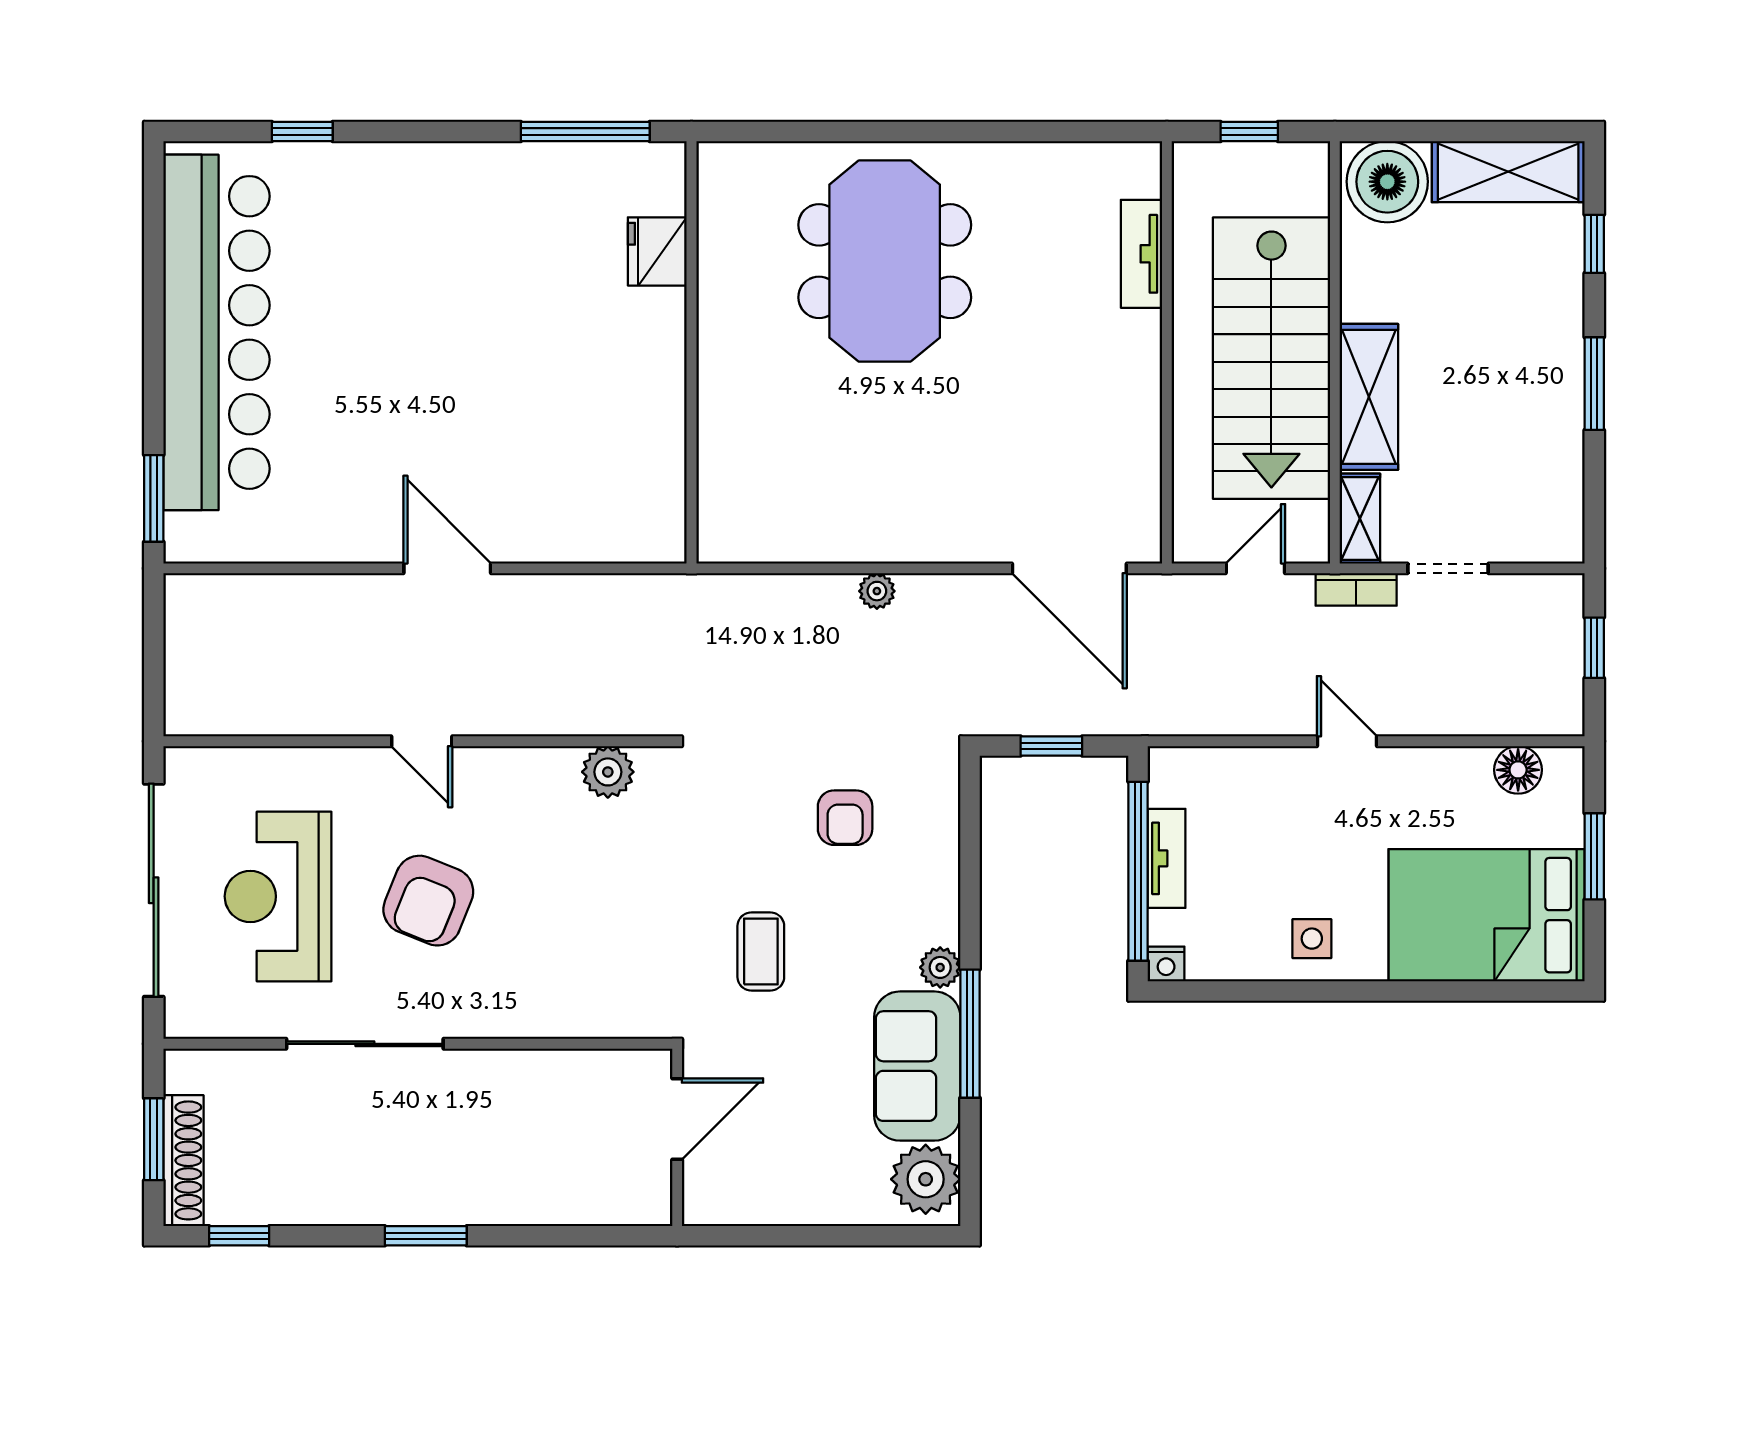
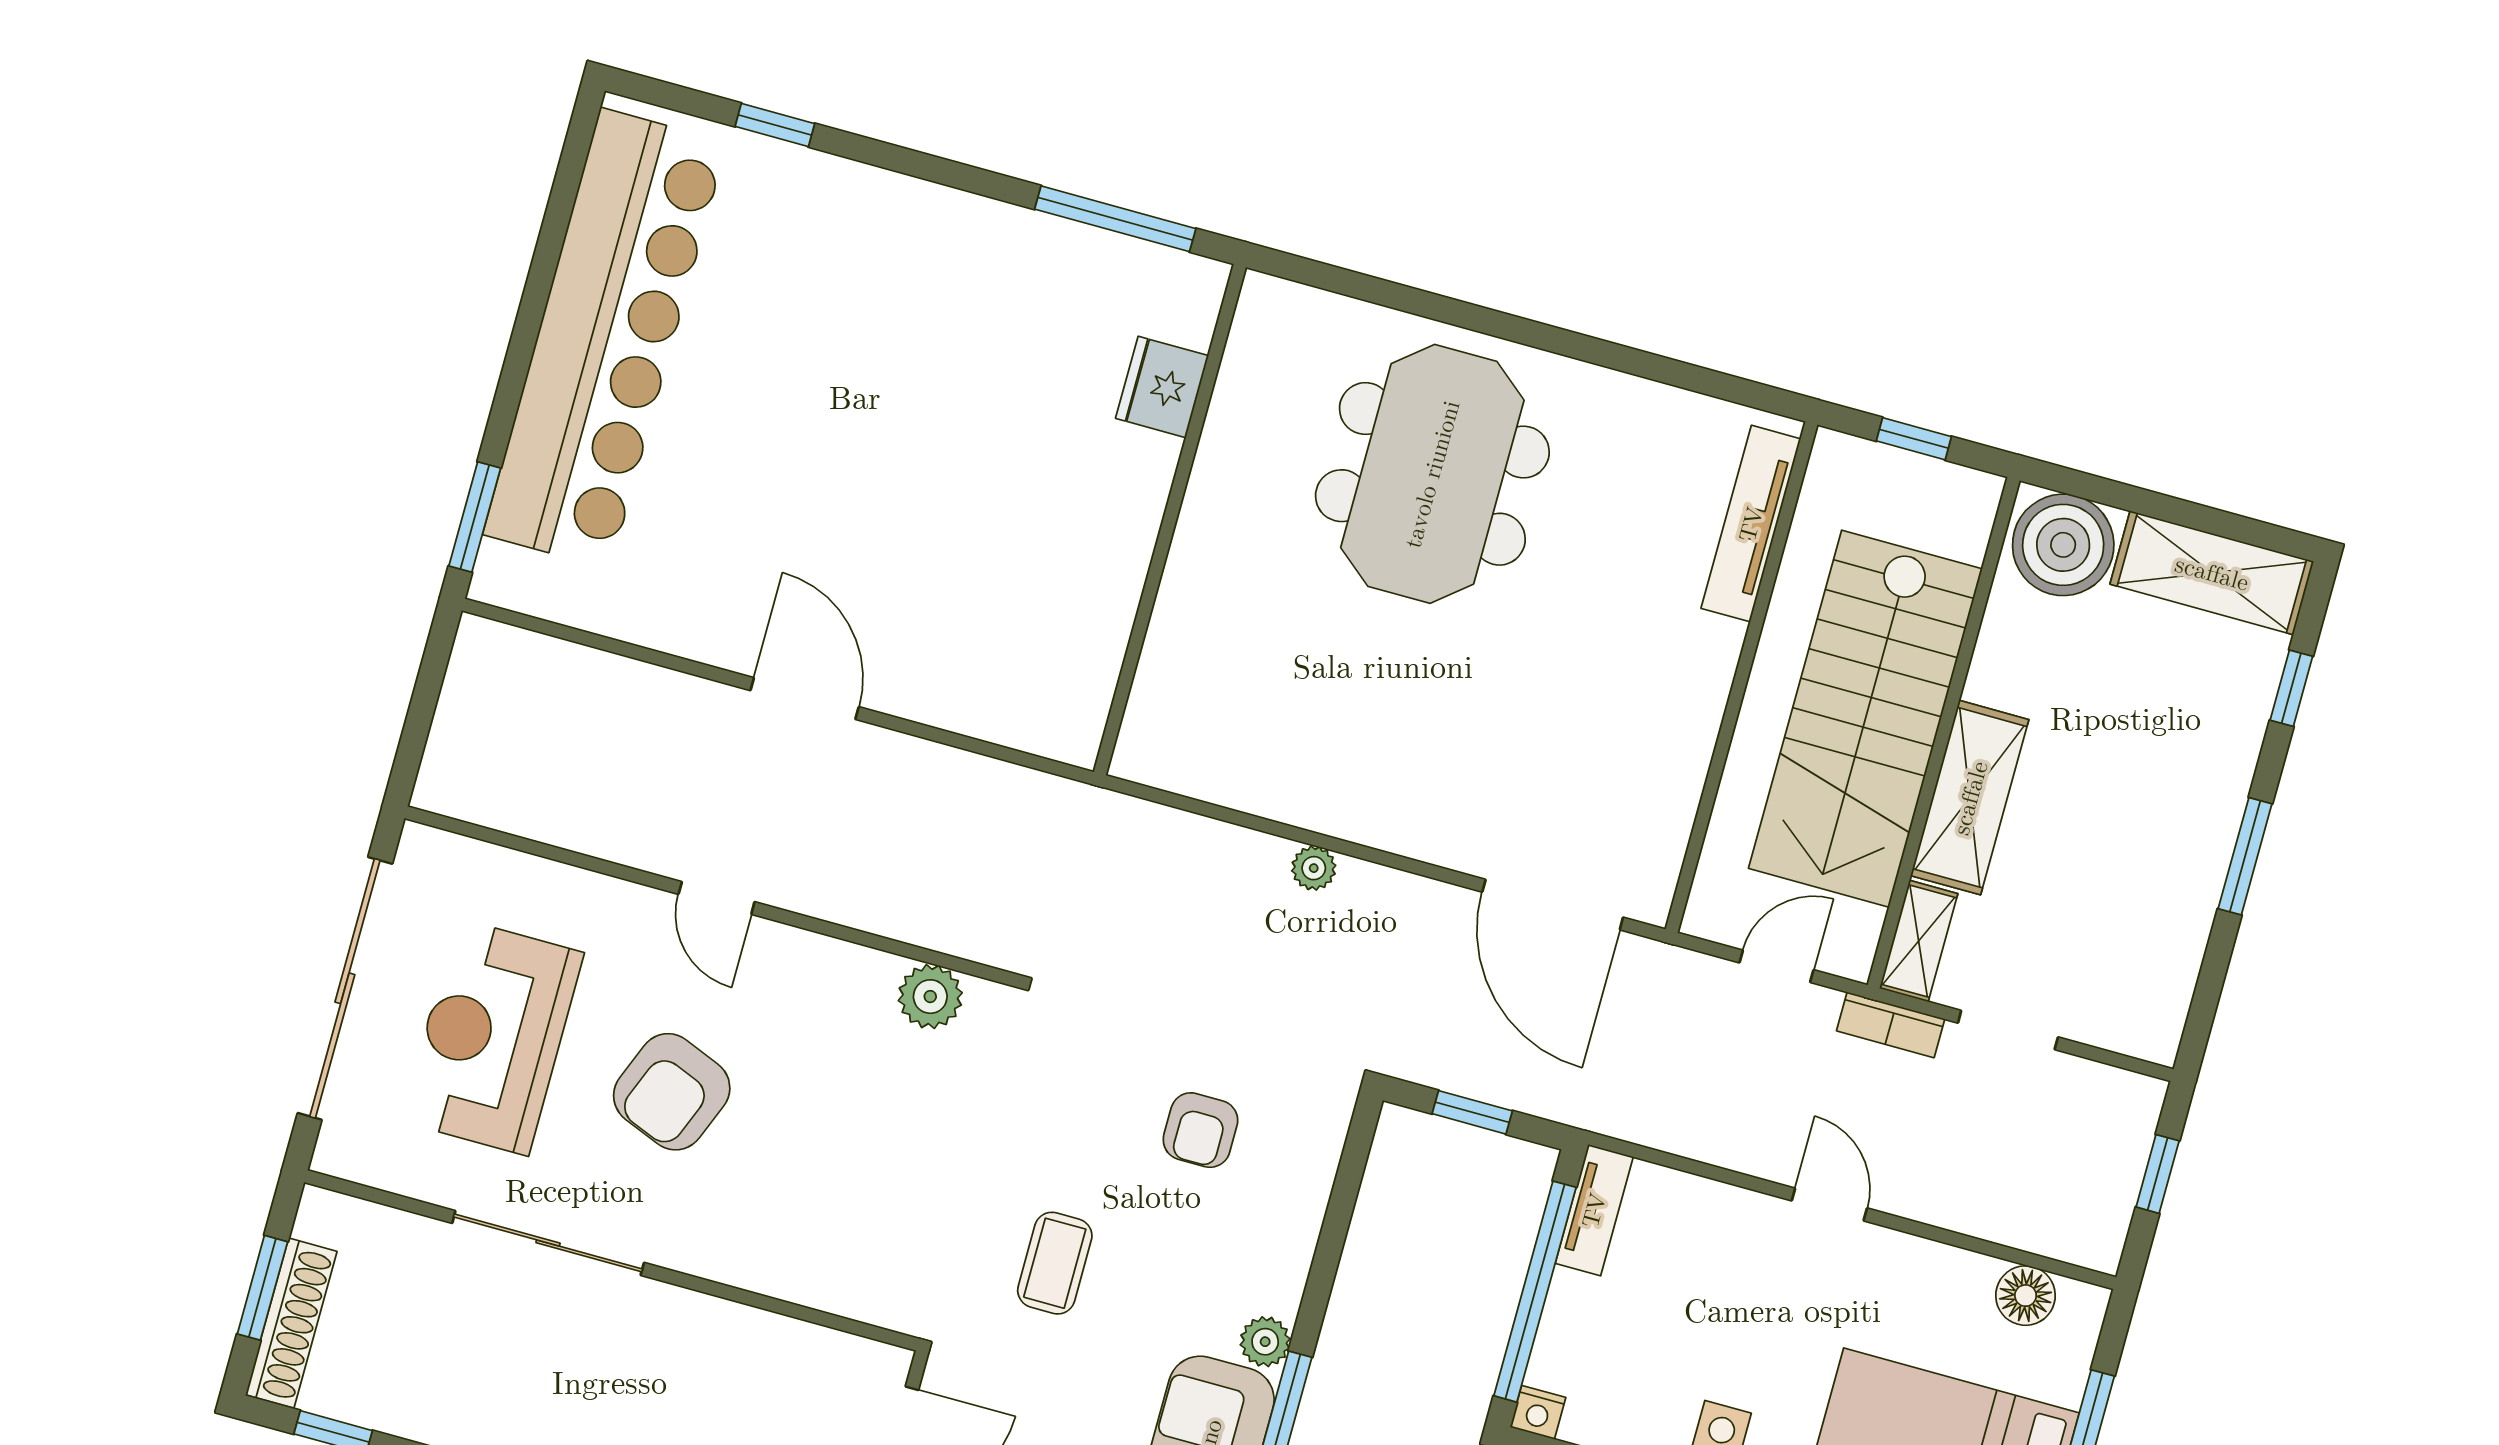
tv unit: (1141, 254) -> (1751, 524), width x1.41
tv unit: (1167, 858) -> (1594, 1210), moved

